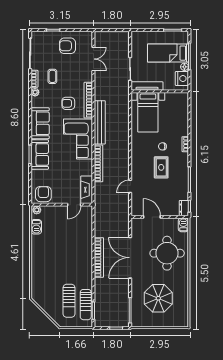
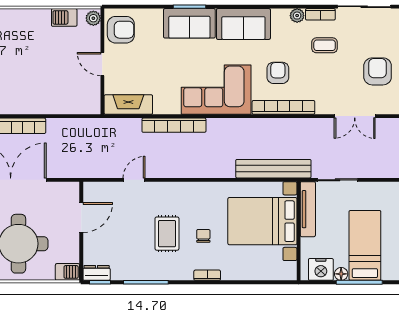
bed with nightstands: (148, 112) -> (262, 221), width x1.36
bench: (100, 122) -> (273, 169), moved
rug: (161, 167) -> (167, 234), turned 90
door: (130, 186) -> (134, 180), hinge flipped
door: (74, 205) -> (102, 64), moved

